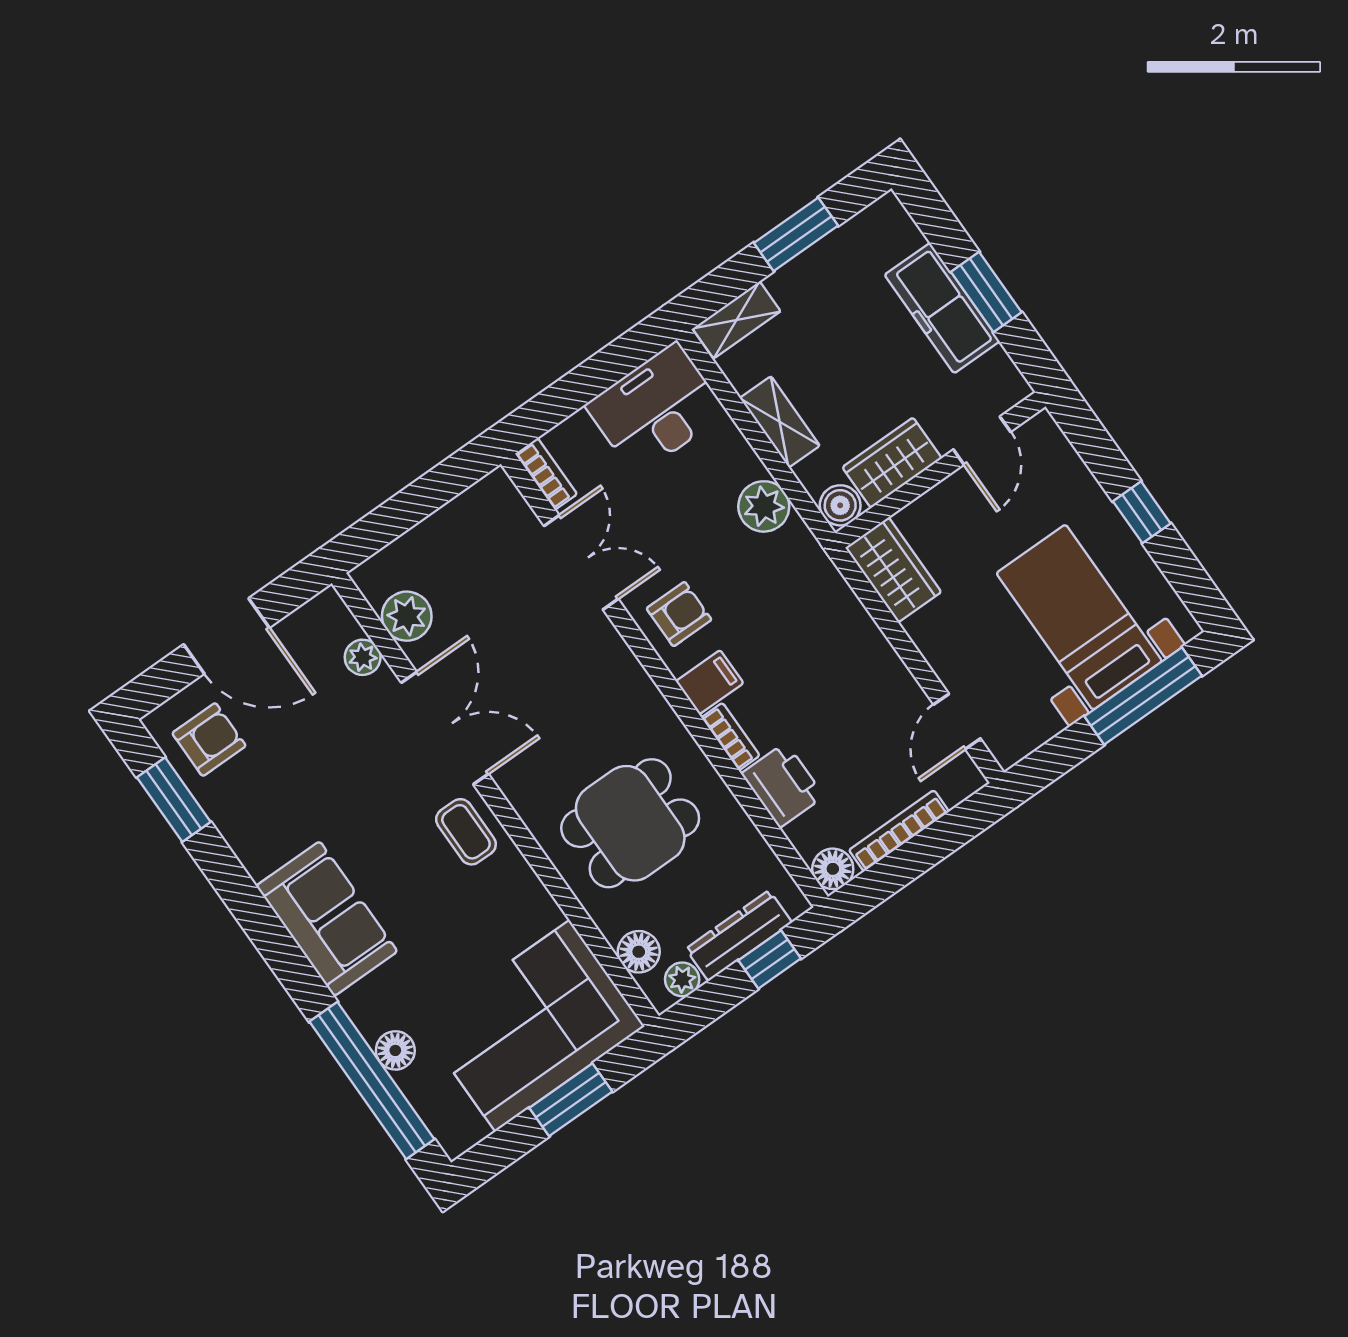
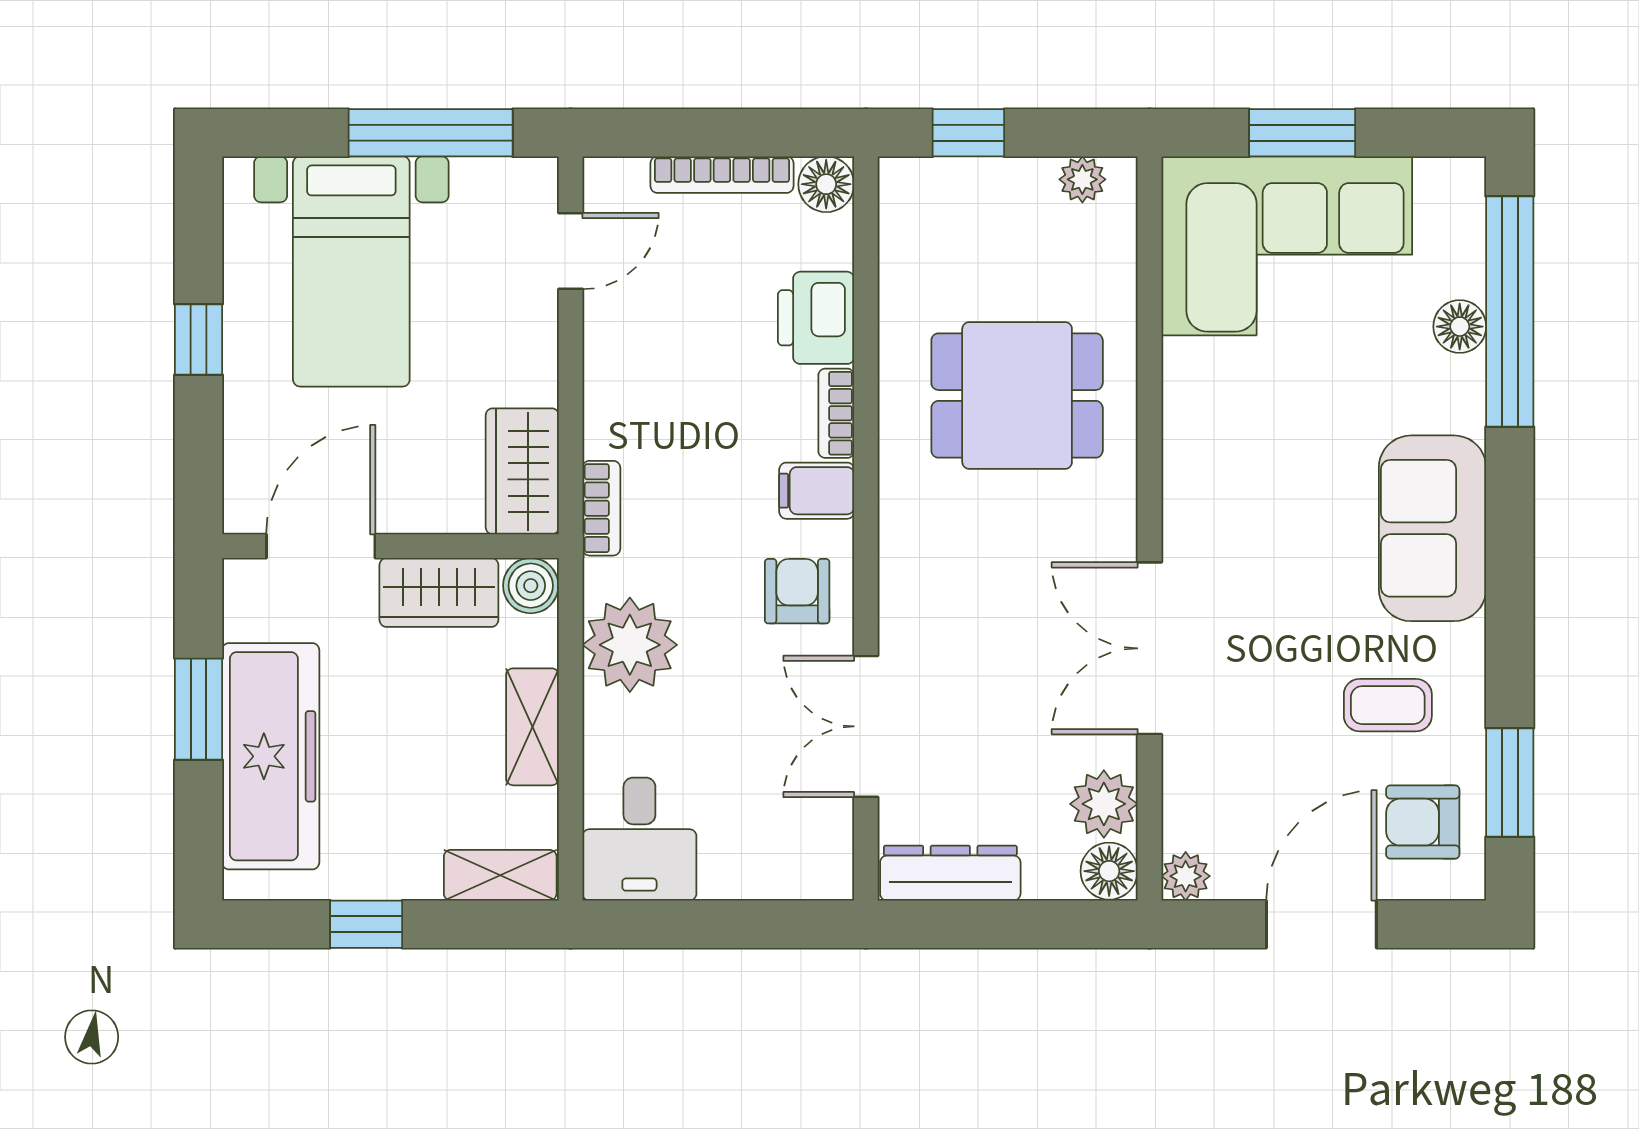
window: (796, 234) -> (366, 924), width x0.67
freezer: (942, 308) -> (271, 756), width x1.36, depth x1.26
desk: (656, 409) -> (639, 839), width x0.73
door: (982, 441) -> (321, 546), width x1.38
bookcase: (546, 474) -> (601, 508), moved, turned 180
plant: (764, 506) -> (630, 645), width x1.36, depth x1.36
armchair: (679, 614) -> (797, 591), turned 90
door: (226, 636) -> (1321, 924), hinge flipped
plant: (363, 657) -> (1186, 876), moved
window: (1143, 696) -> (431, 133), moved
coffee table: (466, 832) -> (1388, 705), moved, turned 90
dresser: (739, 936) -> (950, 873), moved, turned 180
floor lamp: (639, 952) -> (1109, 871), moved

